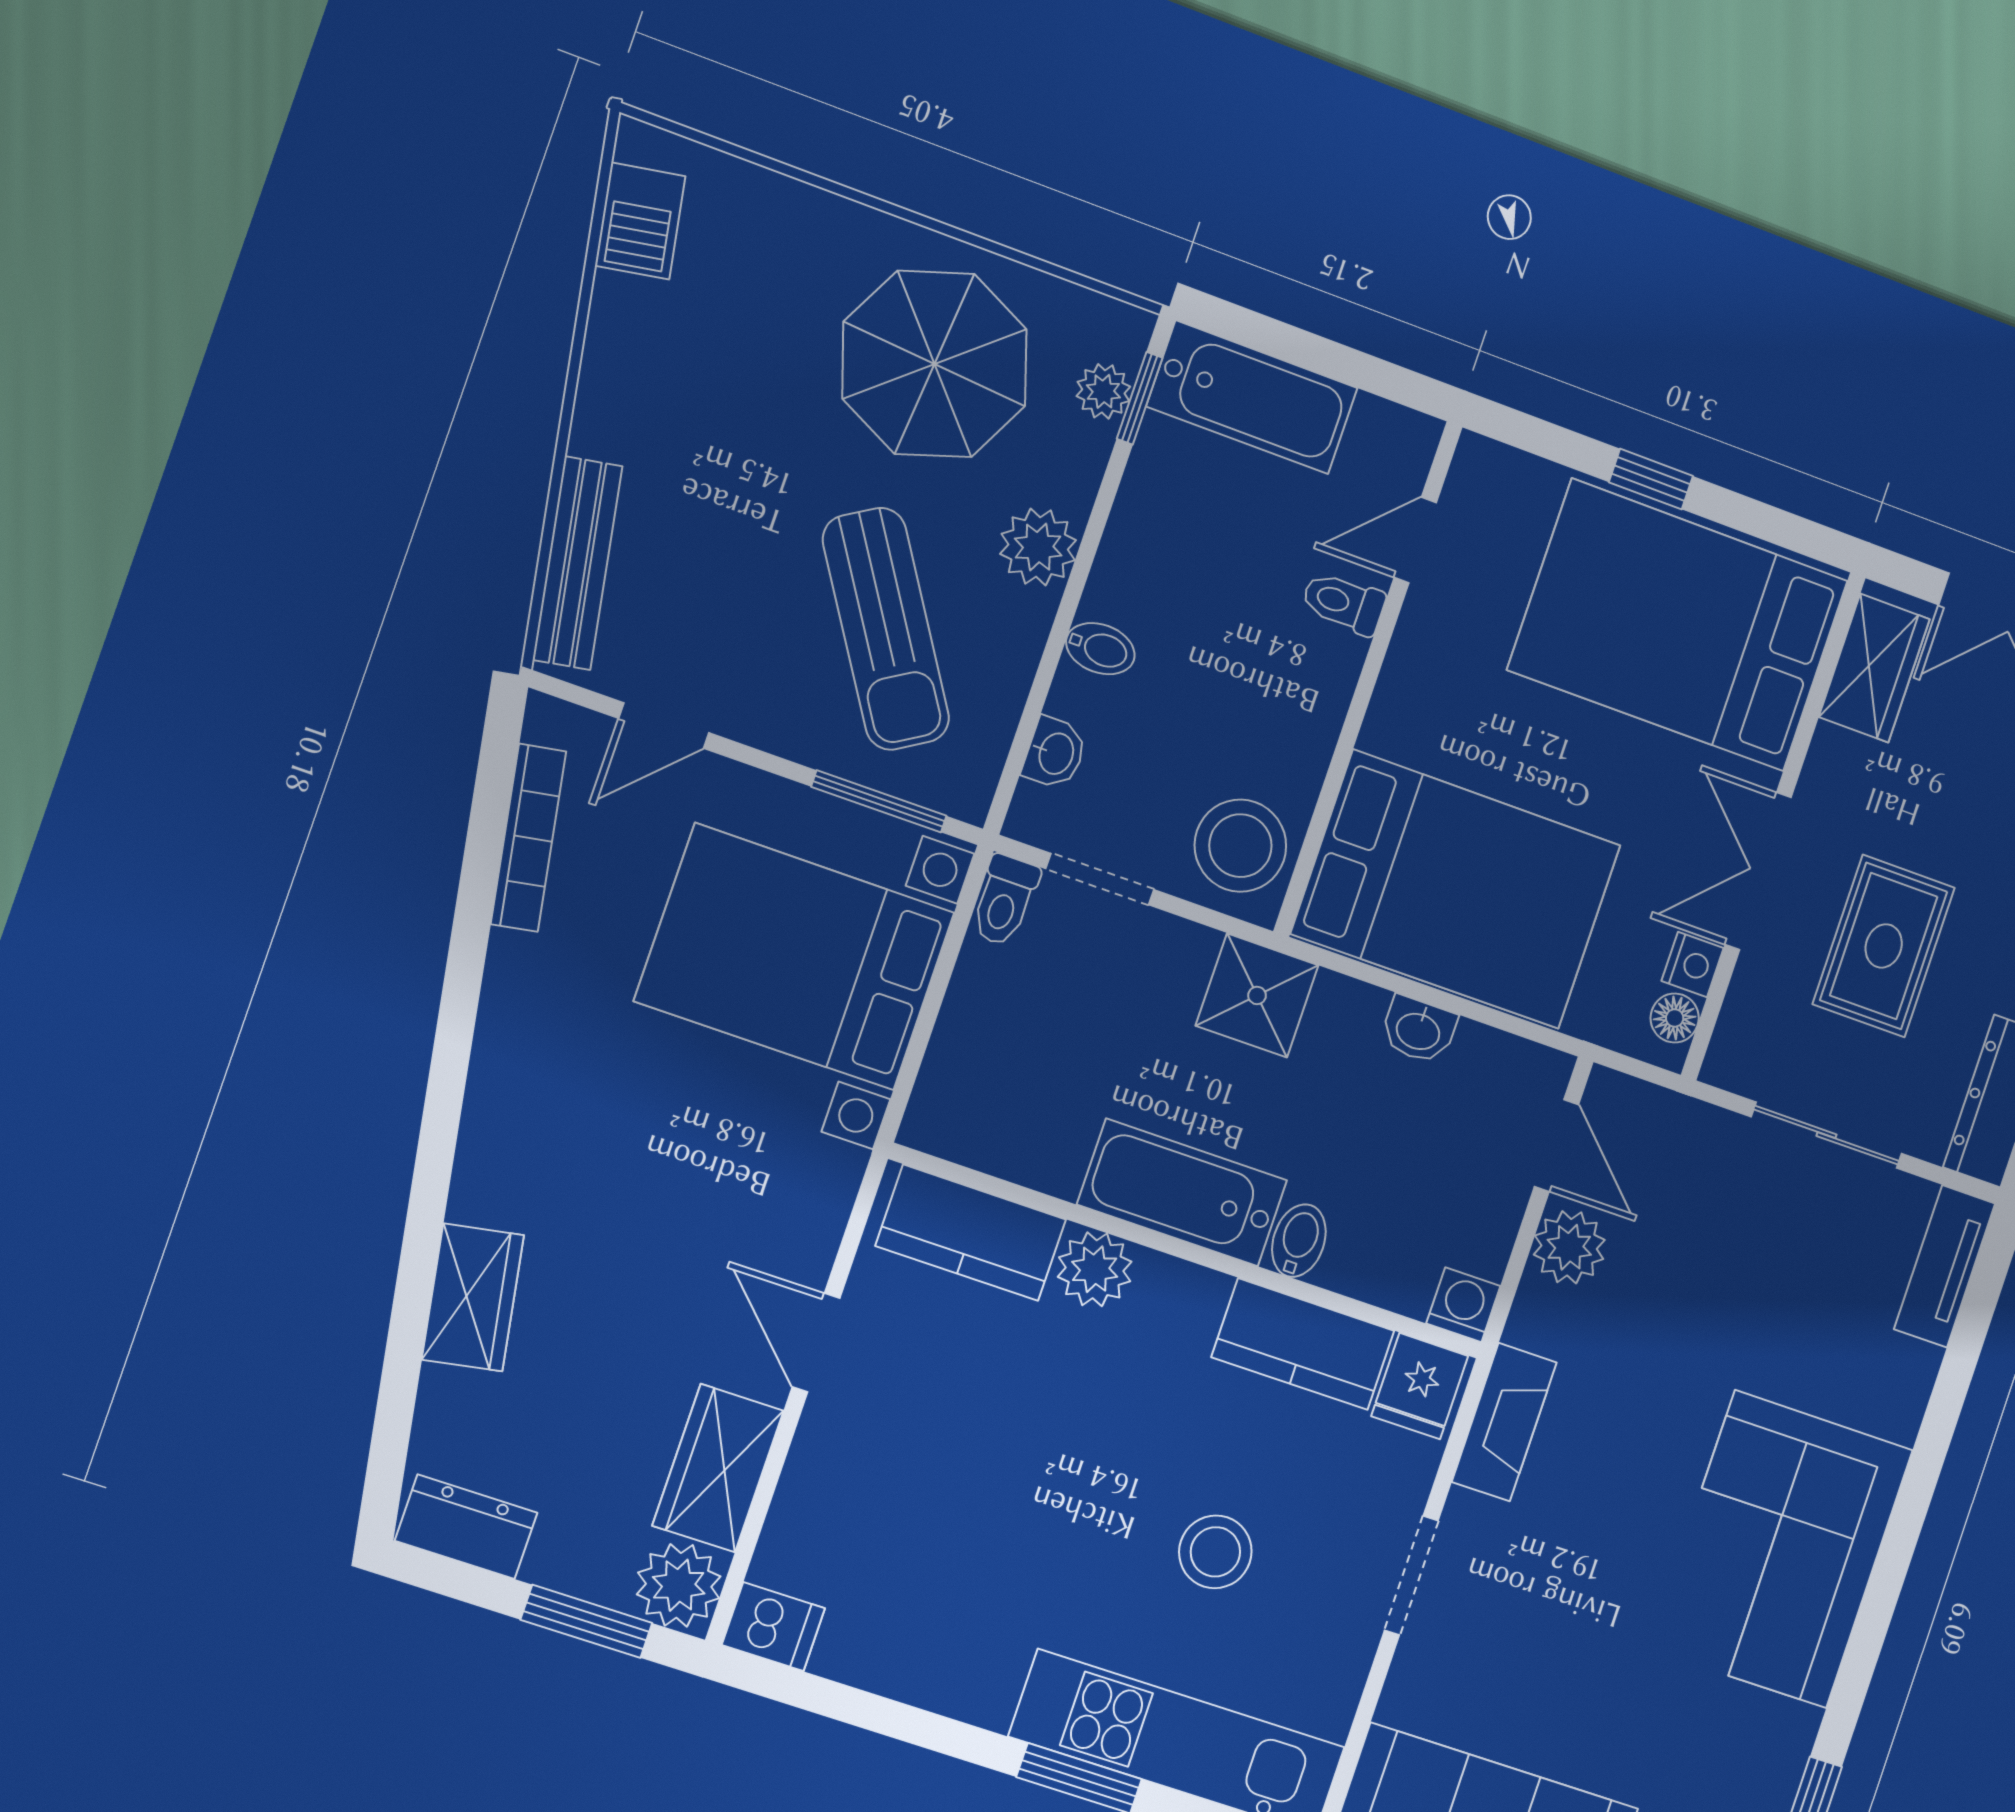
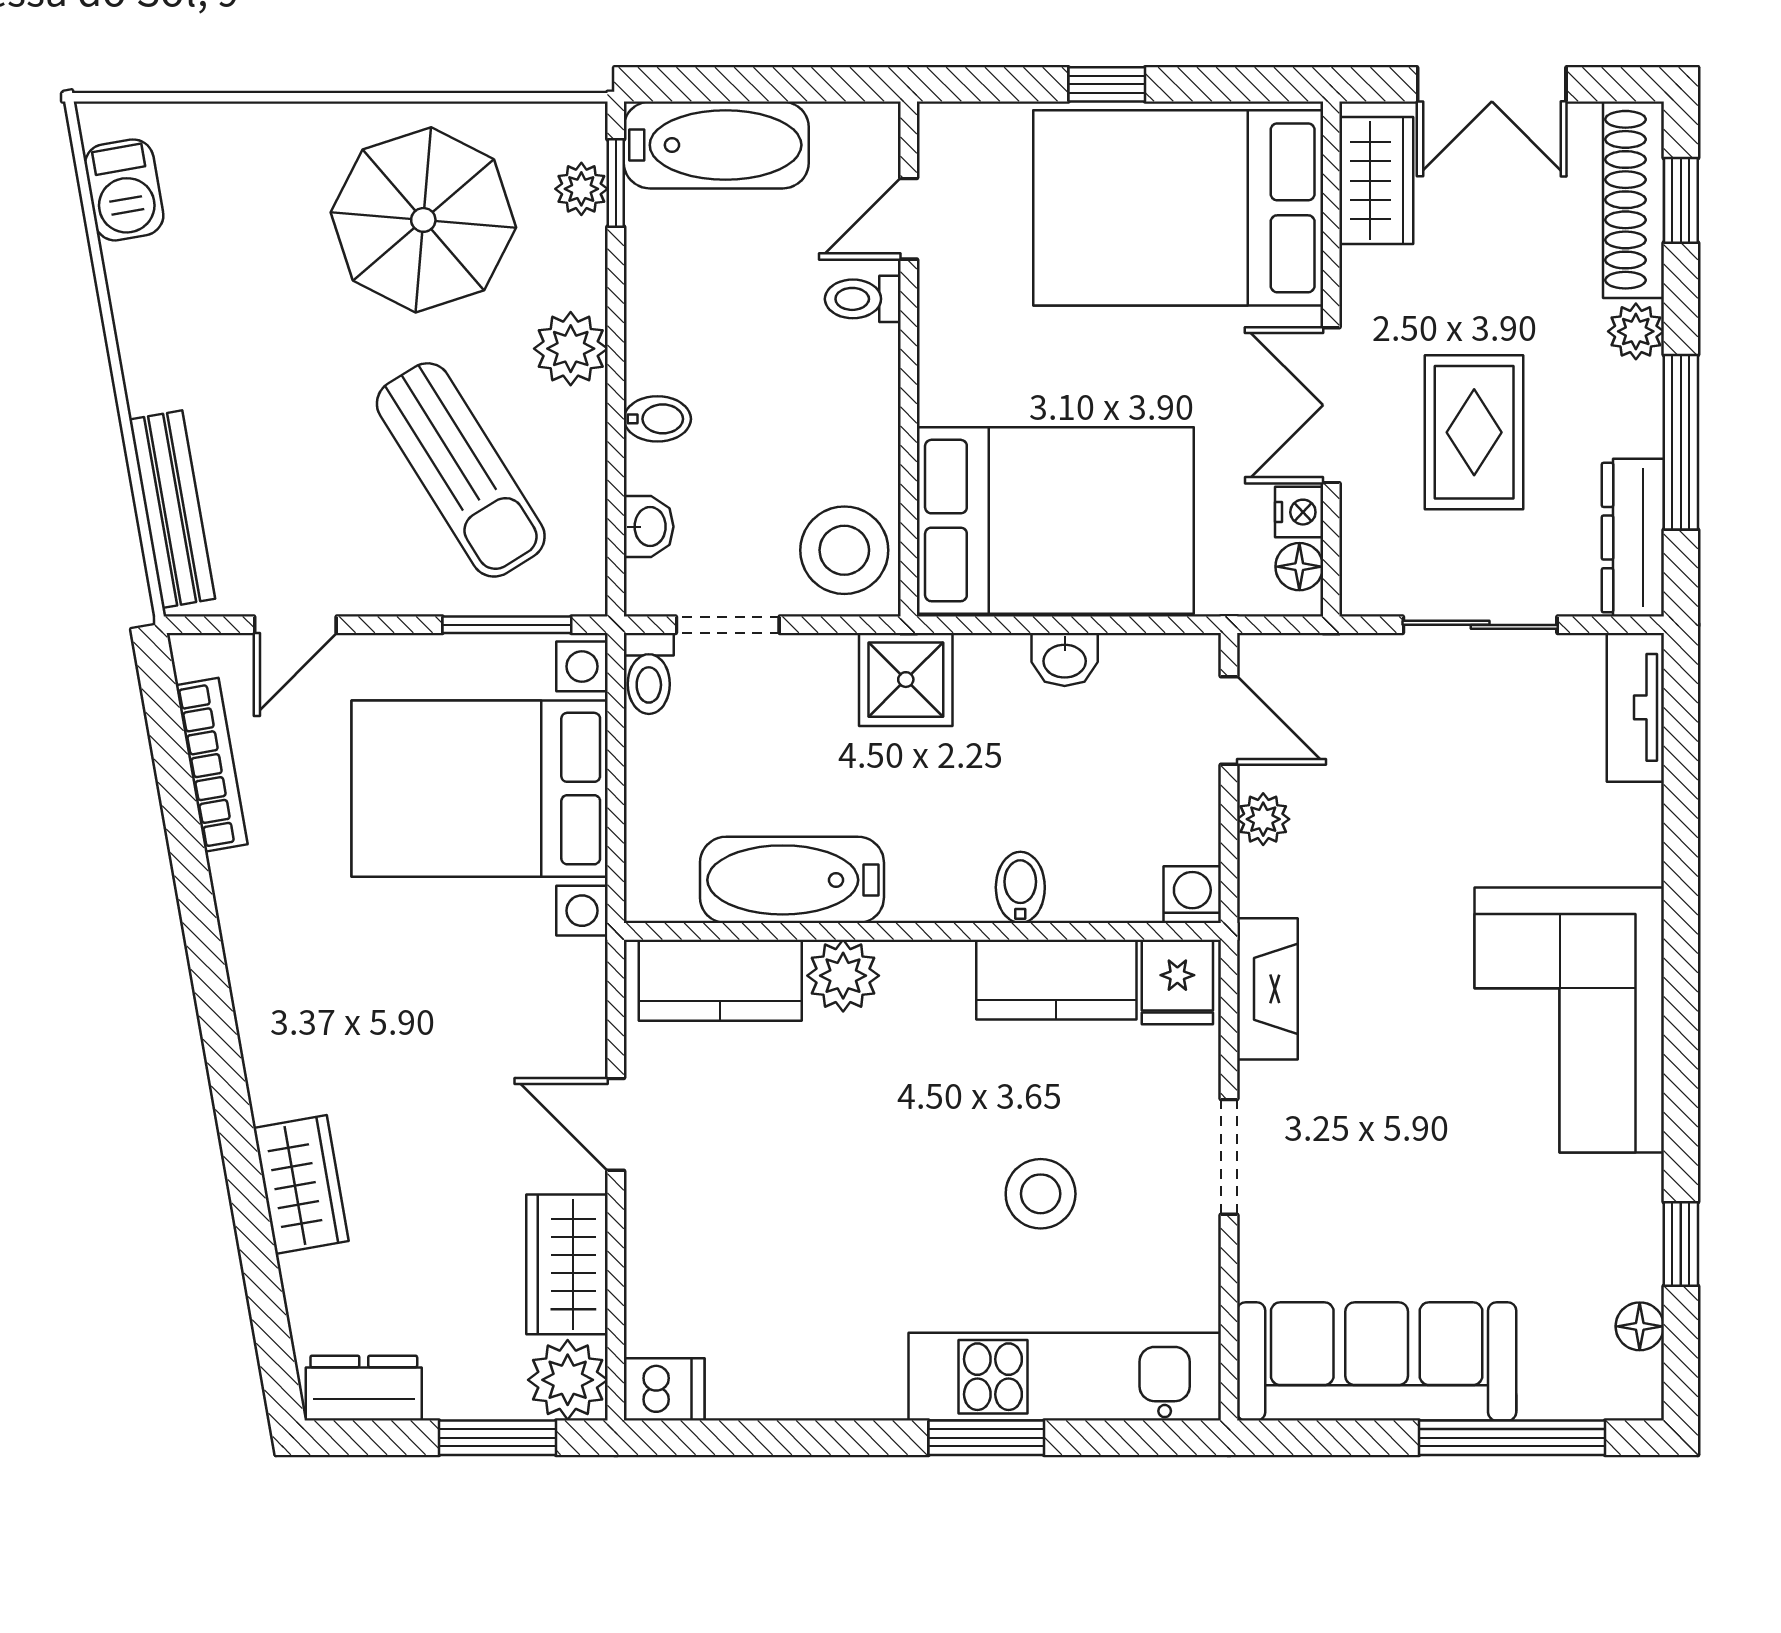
bathtub: (1182, 1192) -> (792, 880), moved
plant: (1569, 1247) -> (1263, 819), width x0.73, depth x0.73

